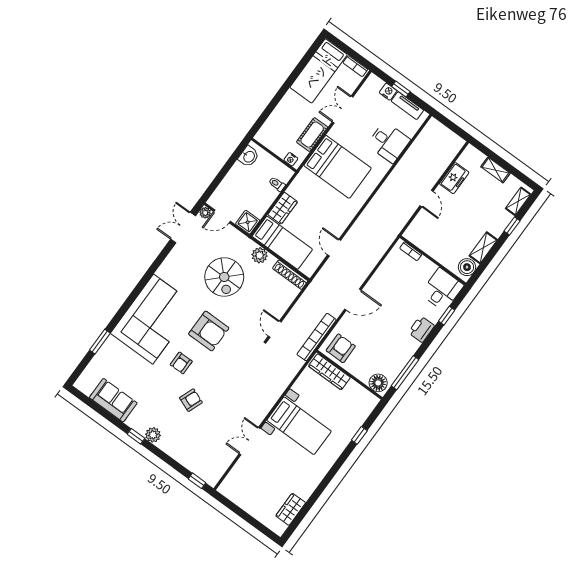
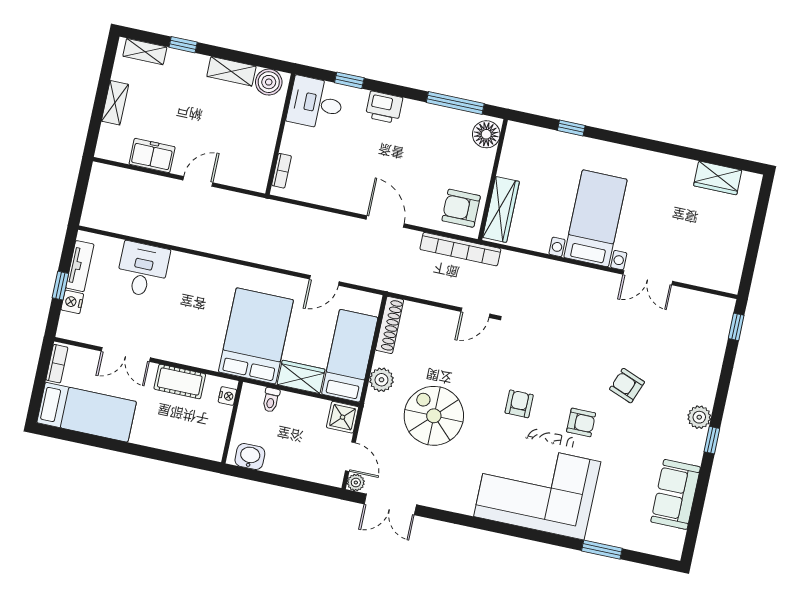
bed: (338, 167) -> (256, 336), moved
spiral stairs: (224, 277) -> (434, 416), turned -90
armchair: (209, 331) -> (519, 404), width x0.53, depth x0.53

